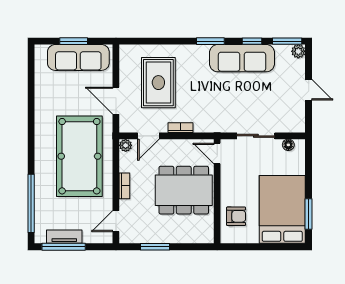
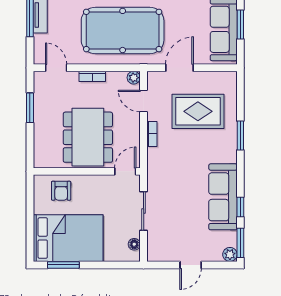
window: (210, 41) -> (240, 135), moved

